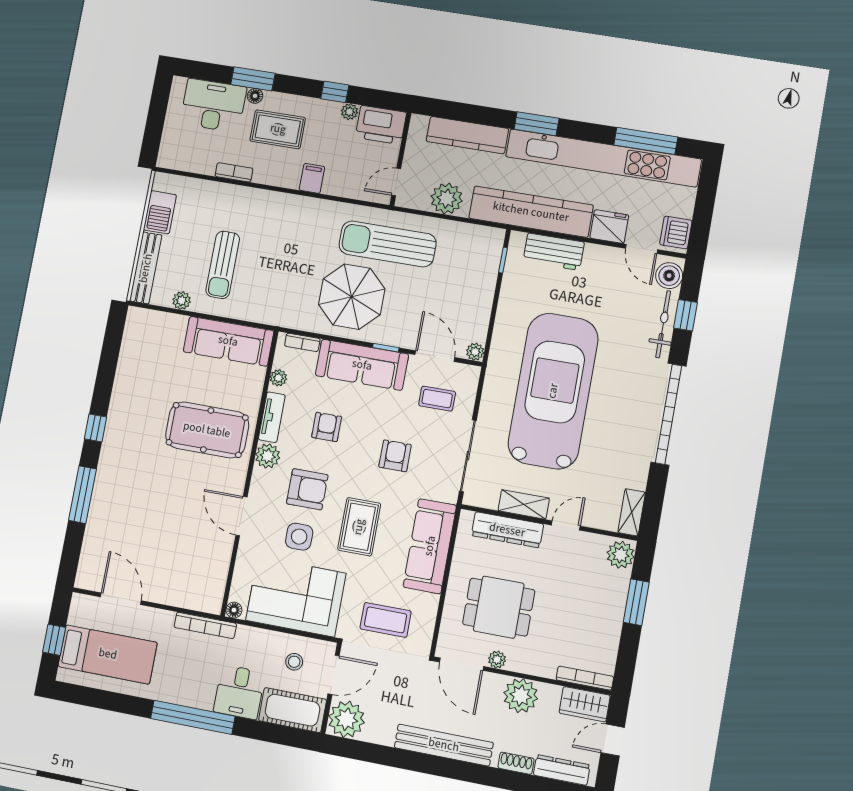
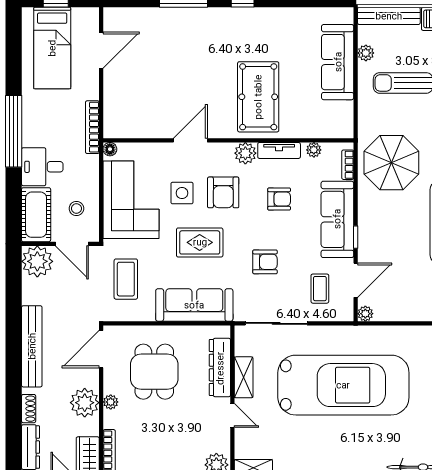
parasol: (352, 297) -> (391, 163), moved
sofa: (228, 341) -> (338, 62), moved
plant: (497, 660) -> (111, 402), moved

